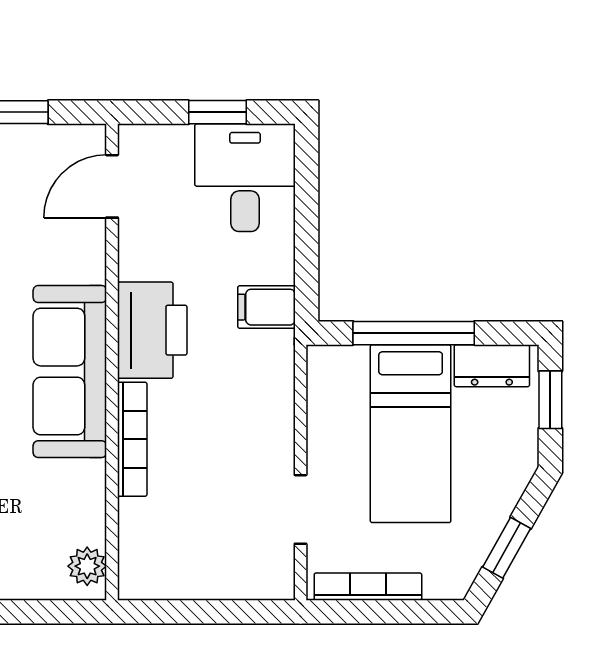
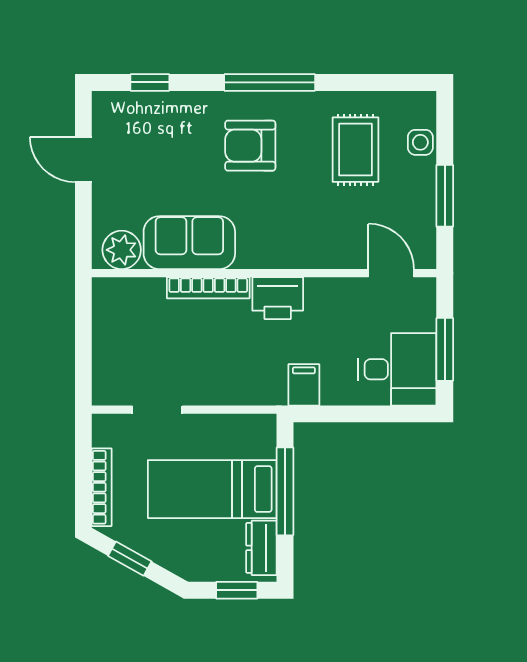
window: (217, 112) -> (445, 349), width x1.50
printer: (152, 330) -> (278, 298), width x0.73, depth x0.84
sofa: (70, 372) -> (189, 243), moved, width x0.73
plant: (87, 566) -> (122, 250), width x1.38, depth x1.38
bookcase: (368, 587) -> (102, 487), moved

